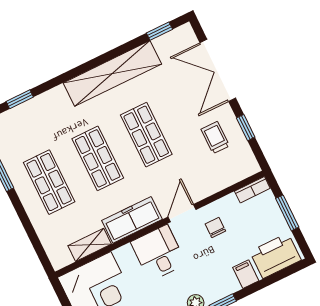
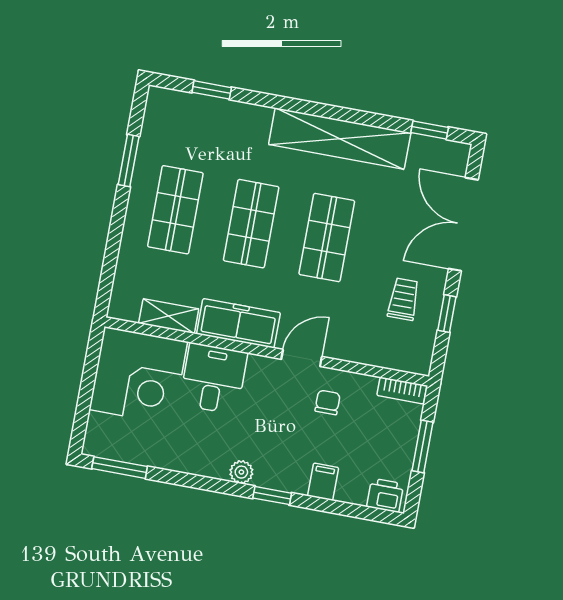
desk: (158, 253) -> (213, 379), moved
printer: (275, 256) -> (385, 495), width x0.53, depth x0.68

